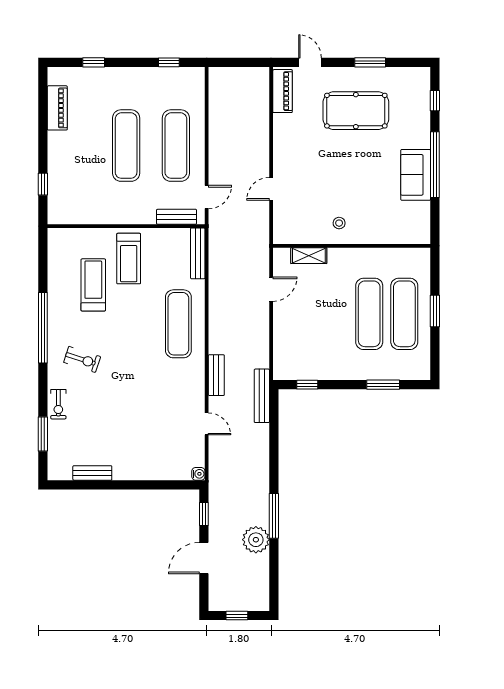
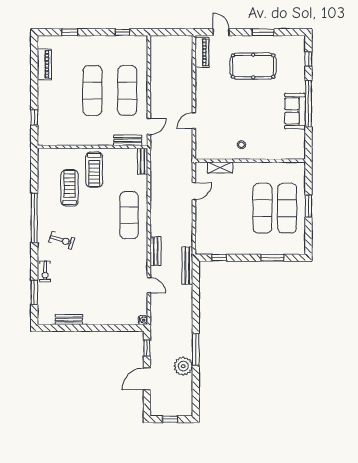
bench: (198, 253) -> (143, 161), width x0.73

